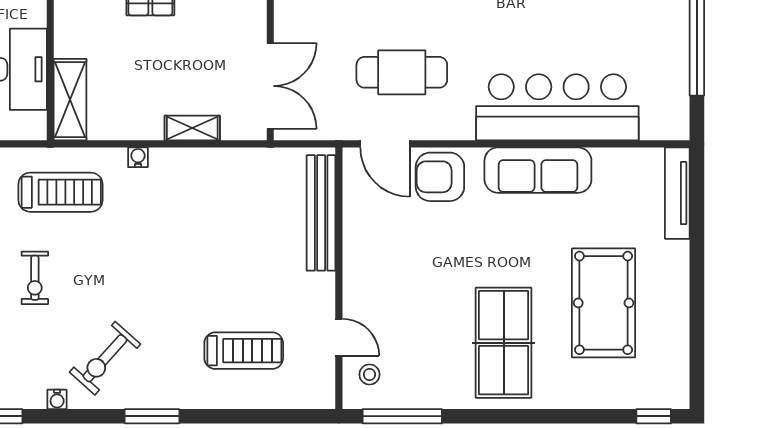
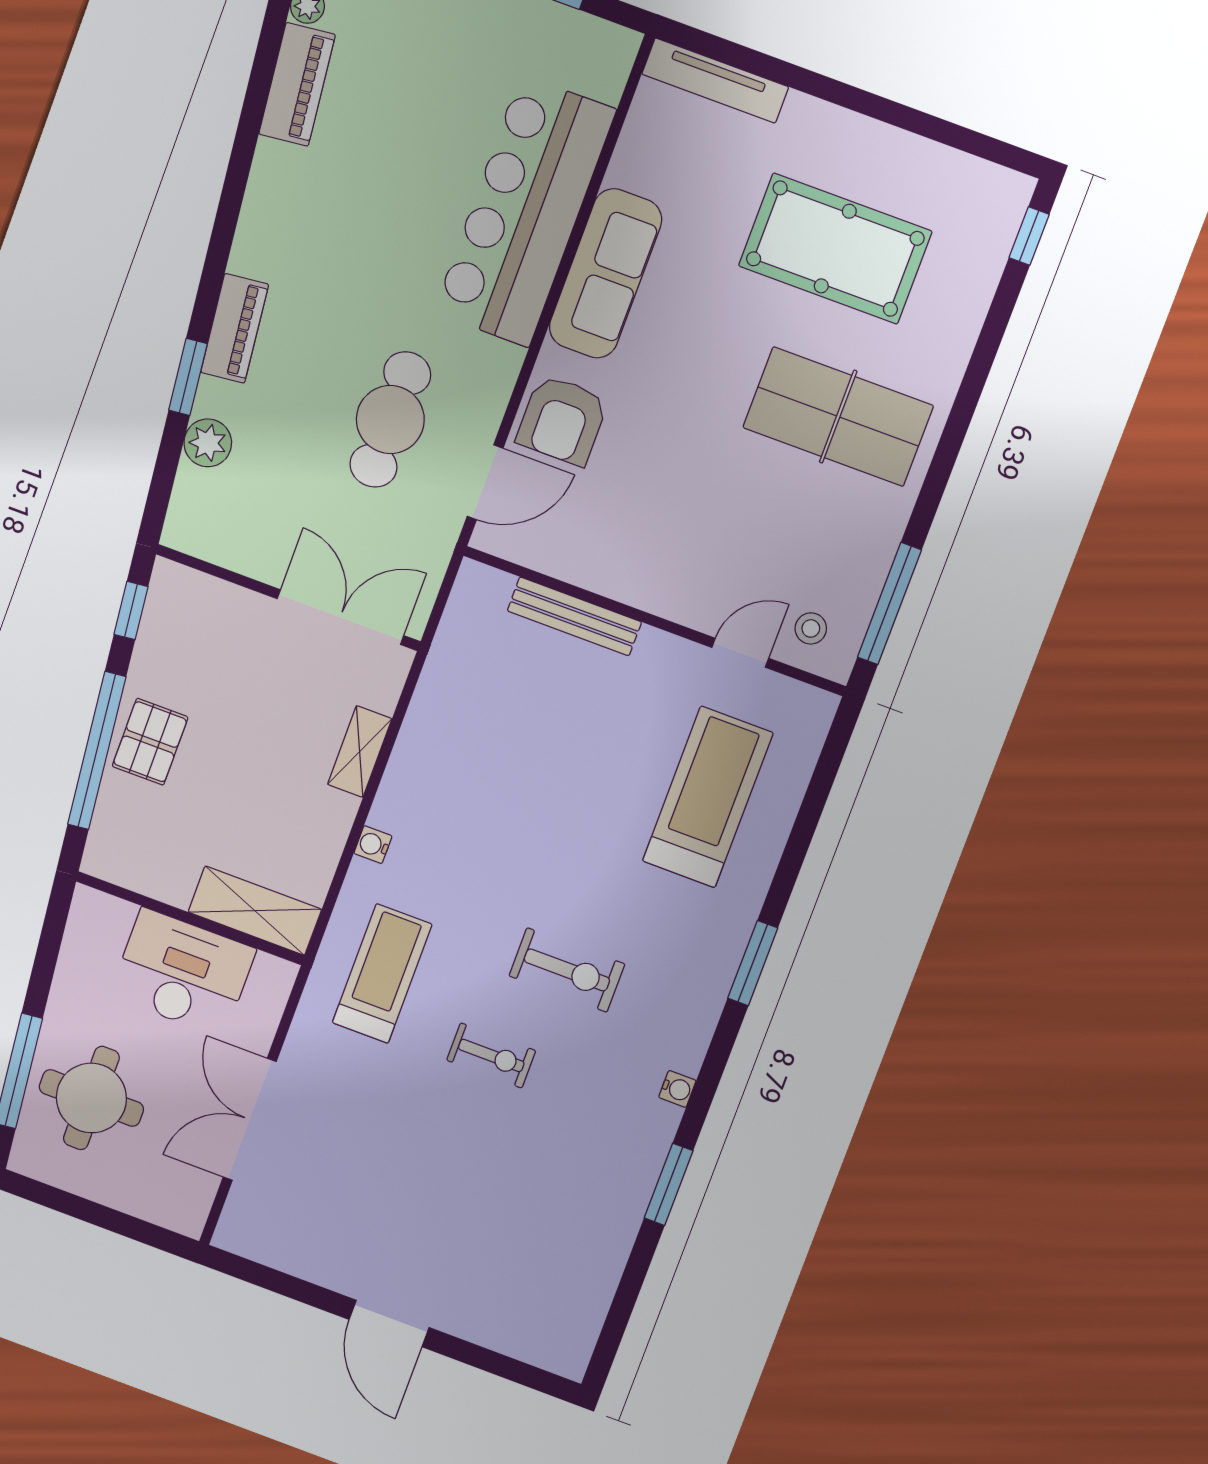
bench: (321, 213) -> (574, 616), width x0.73, depth x0.82
treadmill: (244, 351) -> (708, 797), width x1.37, depth x1.37
exercise bike: (105, 358) -> (567, 970), moved, turned -42

